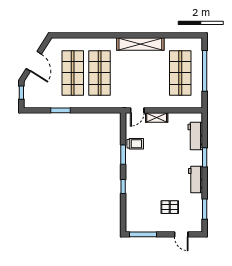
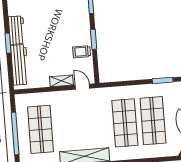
door: (137, 110) -> (82, 87), hinge flipped
workbench: (195, 136) -> (20, 65), width x1.38
workbench: (196, 180) -> (17, 30), moved

